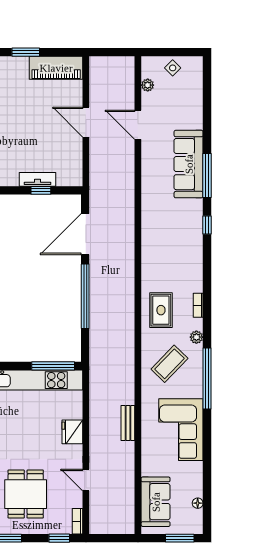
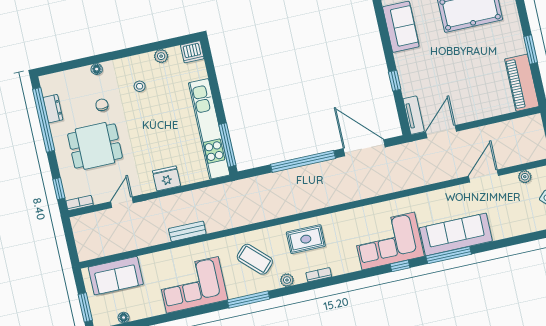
door: (86, 122) -> (441, 132), moved
tv unit: (38, 179) -> (414, 115), moved
window: (41, 190) -> (395, 81), moved
corner sofa: (180, 231) -> (388, 241), added
window: (207, 379) -> (248, 300), width x0.68

